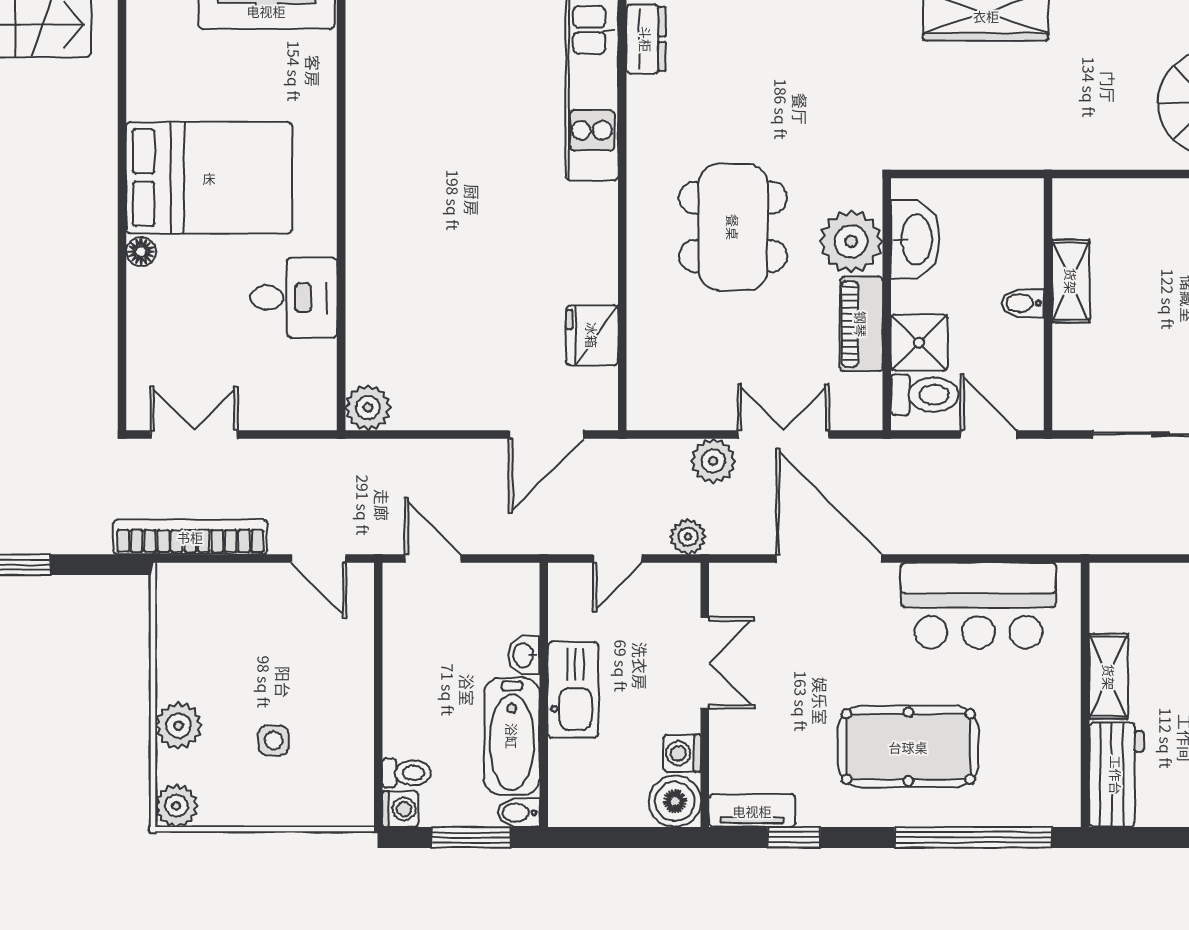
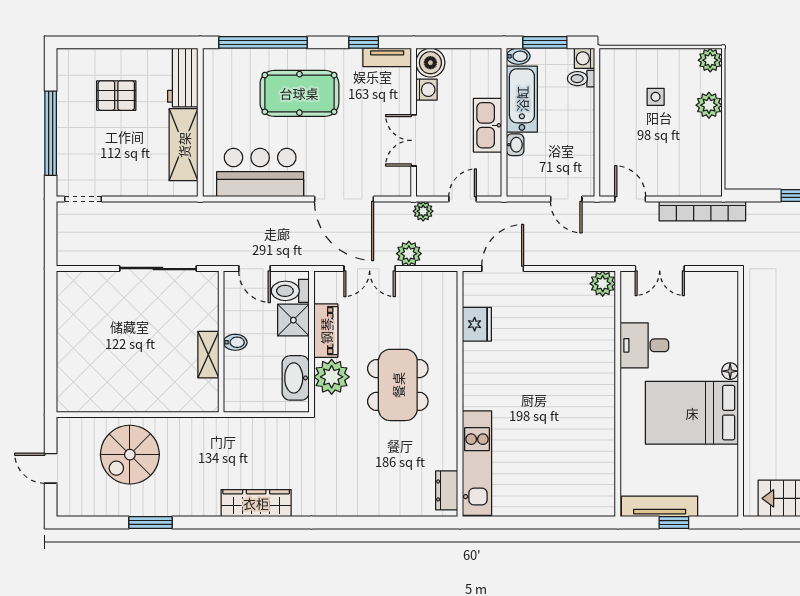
double door: (194, 434) -> (660, 269), moved
shelving: (1109, 677) -> (184, 145), width x1.50, depth x1.33

